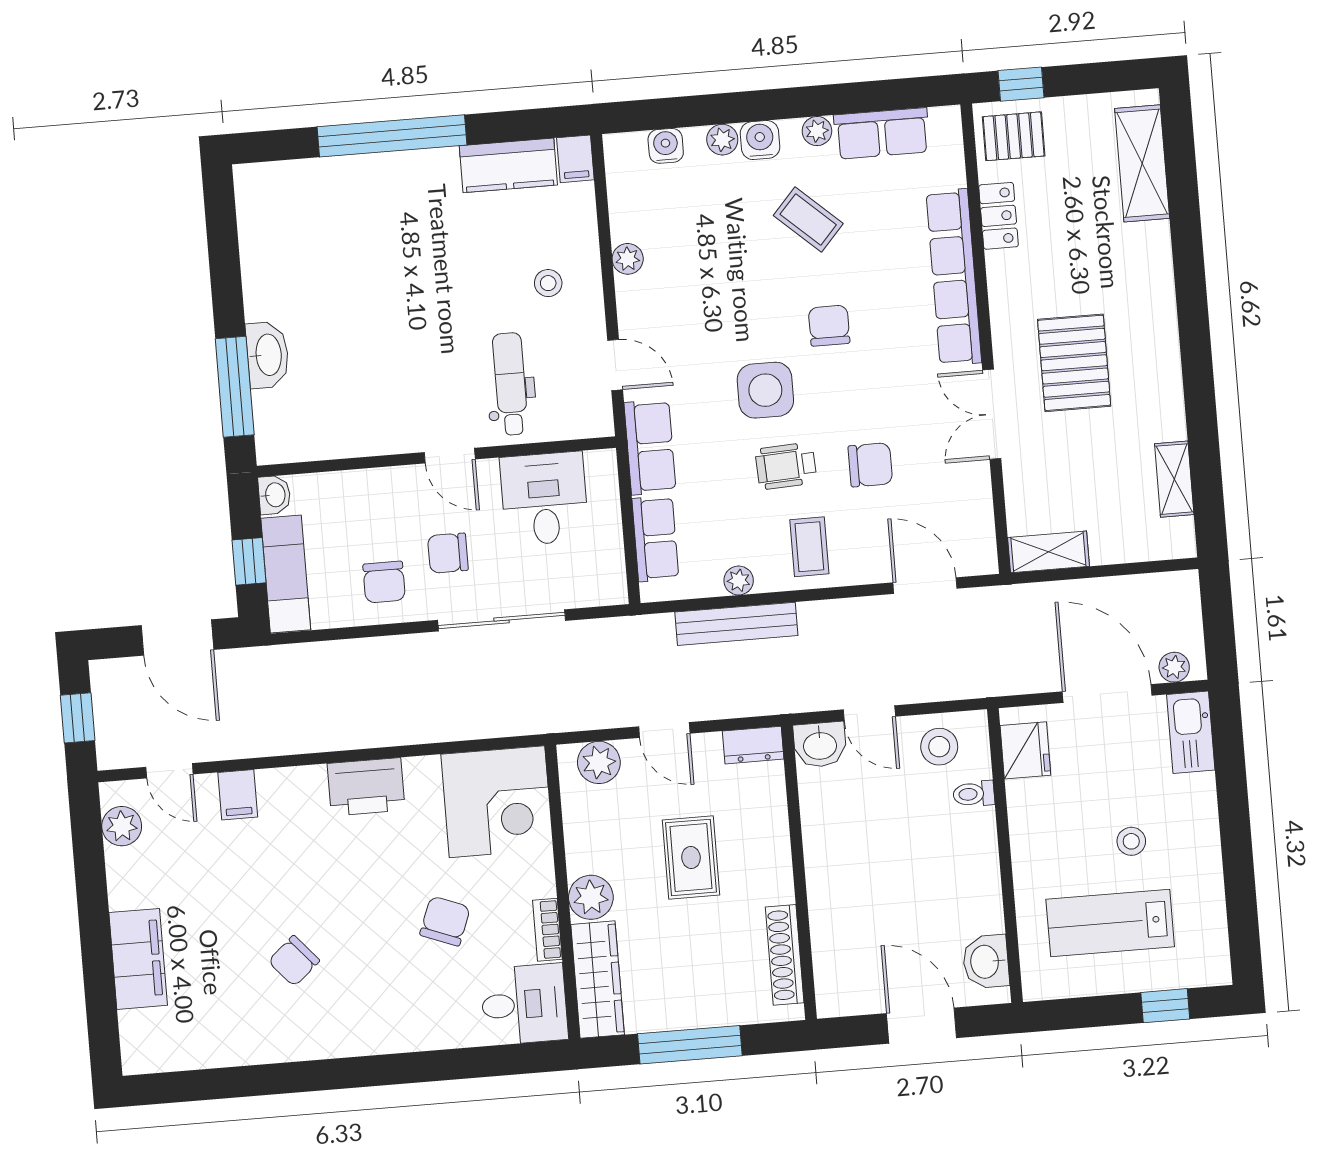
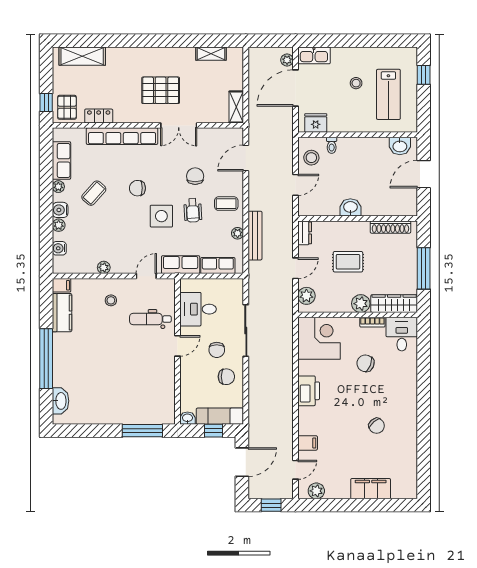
washbasin: (267, 355) -> (60, 401), moved, turned 90
washbasin: (820, 745) -> (350, 207), moved, turned -90

